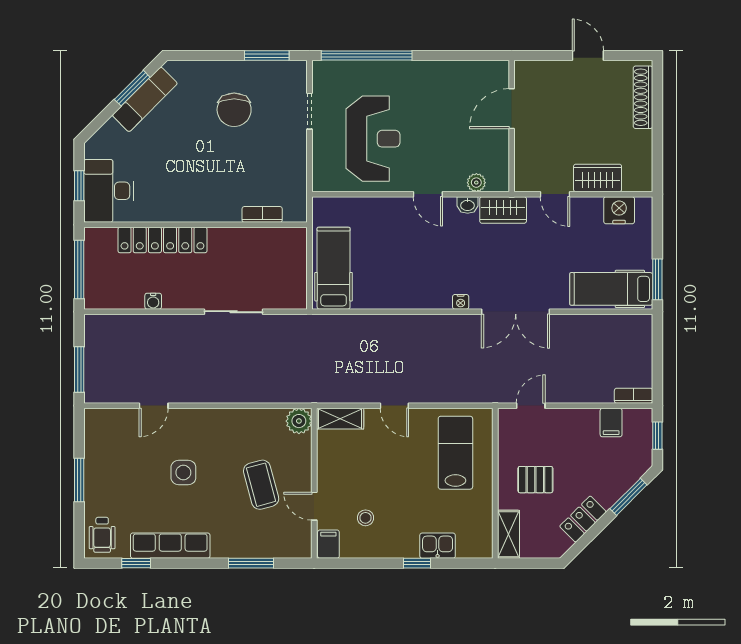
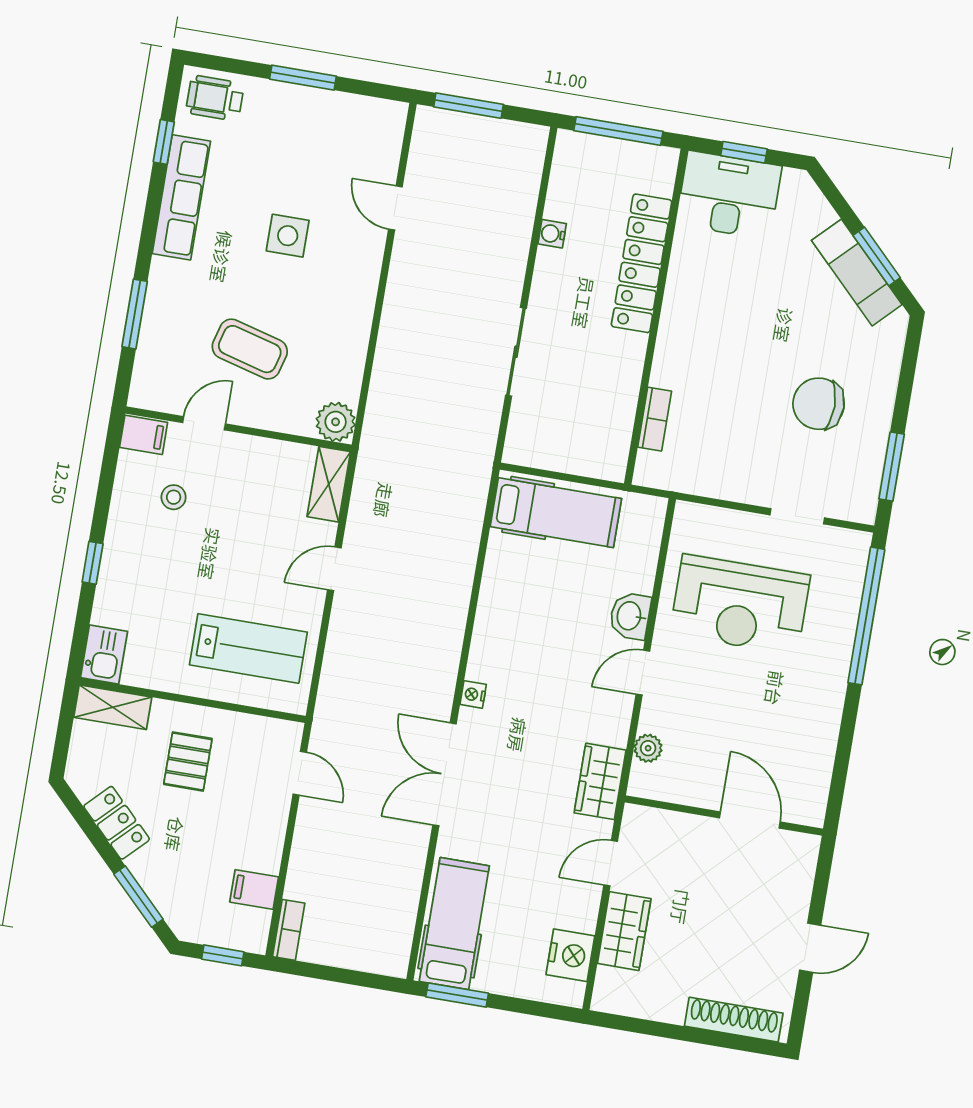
washbasin: (468, 205) -> (630, 616), moved, width x1.38, depth x1.45
coffee table: (261, 485) -> (250, 349), turned 30
kitchen sink: (438, 546) -> (104, 655), moved

